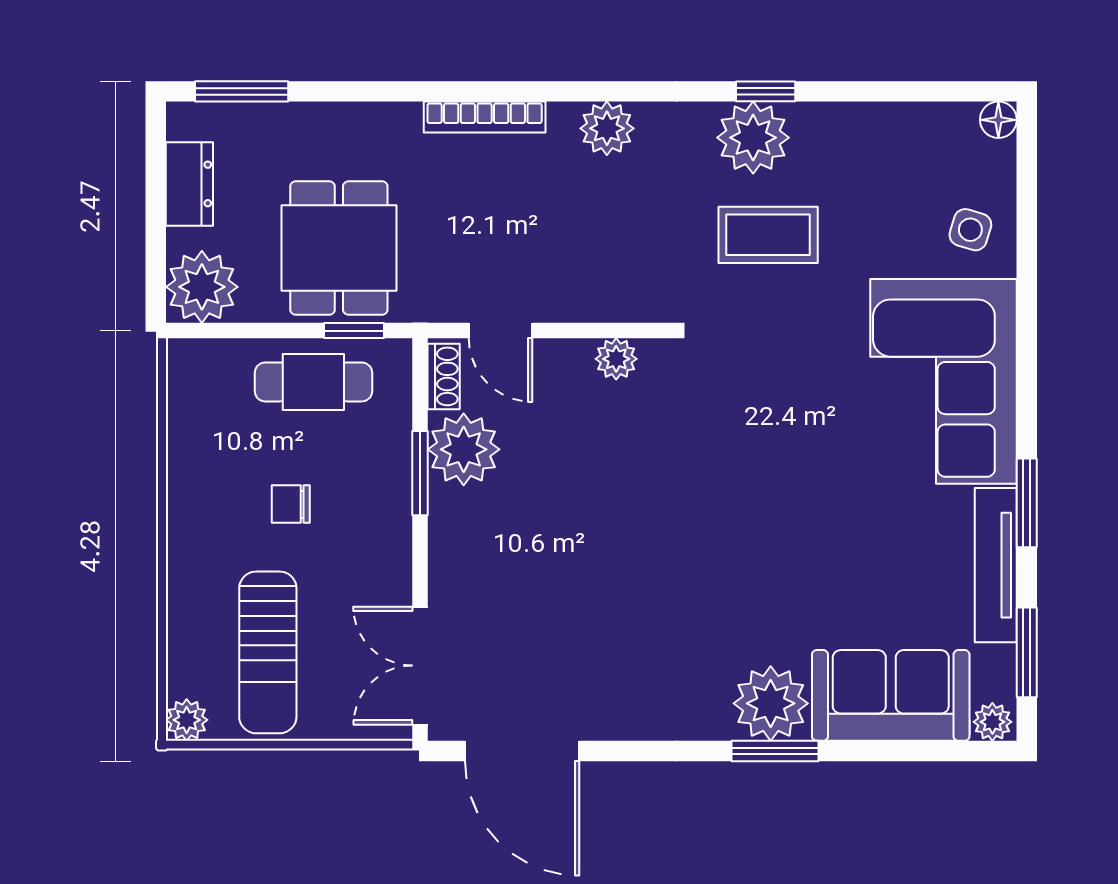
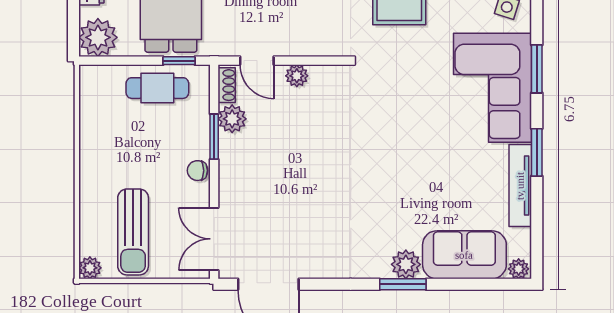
plant: (616, 359) -> (297, 76), moved
plant: (464, 449) -> (232, 119), width x0.73, depth x0.73
chair: (291, 504) -> (197, 171), moved
window: (1027, 652) -> (537, 69), moved
plant: (771, 703) -> (406, 264), width x0.73, depth x0.73

